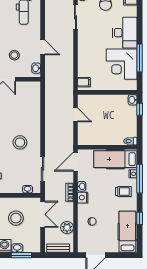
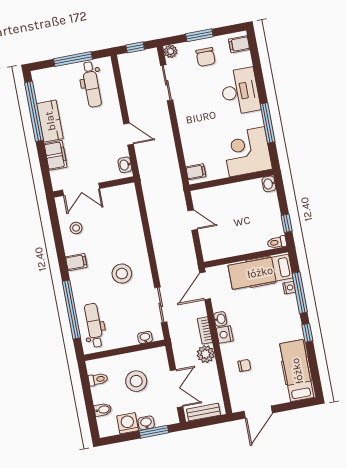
stool: (14, 55) -> (91, 152), removed
corner desk: (122, 64) -> (247, 152), moved, turned 90
window: (140, 109) -> (287, 223), moved
trolley: (123, 191) -> (280, 315), removed
double door: (43, 214) -> (177, 389), moved
window: (140, 218) -> (307, 333), moved
plant: (67, 228) -> (206, 354), moved

